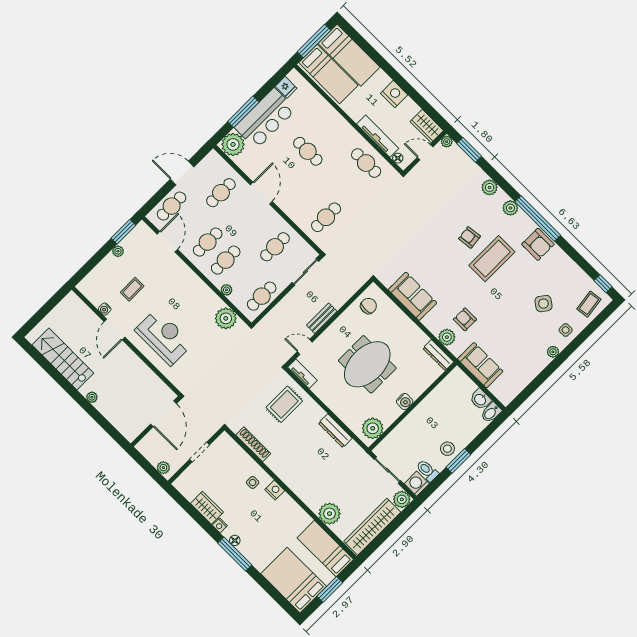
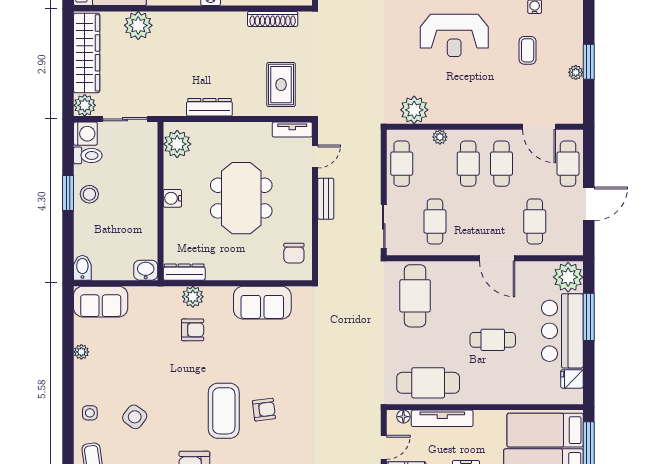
cafe table: (366, 163) -> (428, 383), width x1.37, depth x1.35
cafe table: (326, 217) -> (415, 296), width x1.37, depth x1.35
window: (123, 232) -> (589, 62), moved
plant: (553, 352) -> (81, 352), moved
sofa: (480, 365) -> (101, 302), moved
washbasin: (480, 399) -> (146, 270), moved

